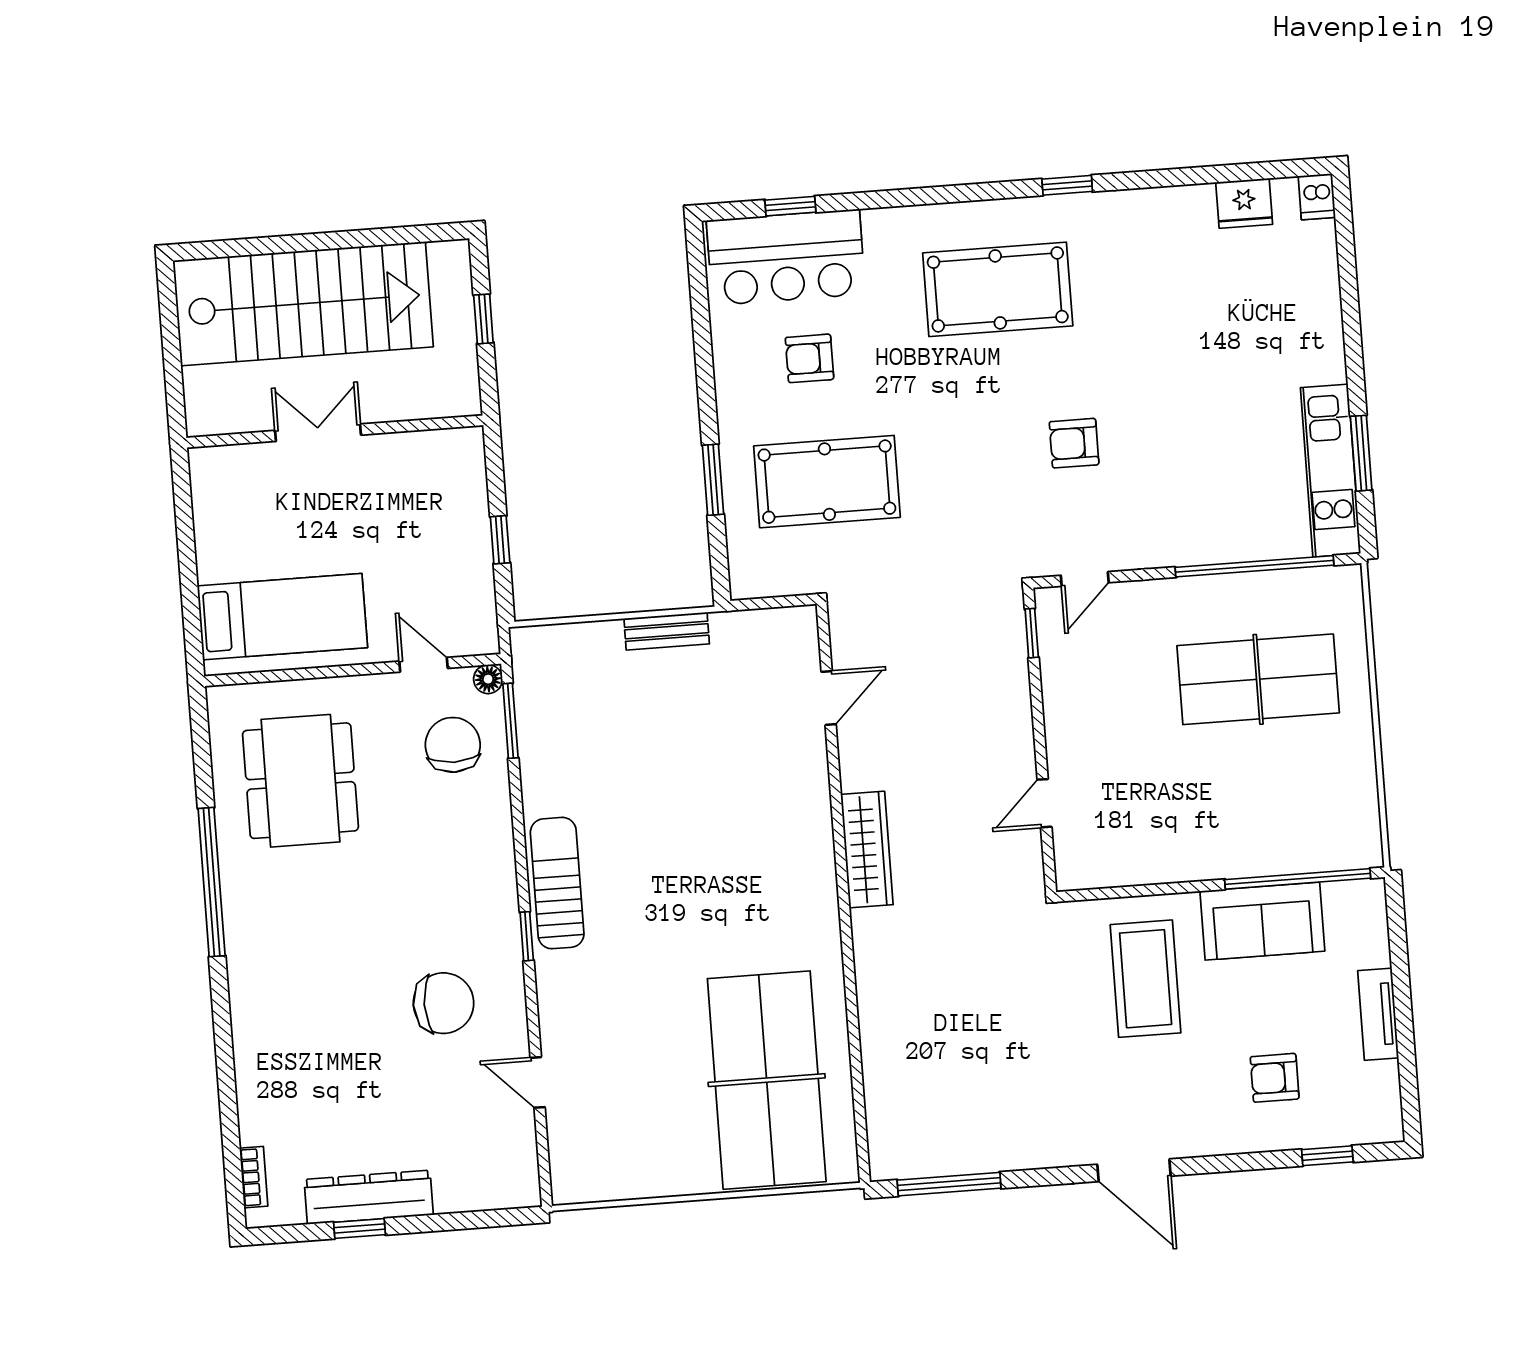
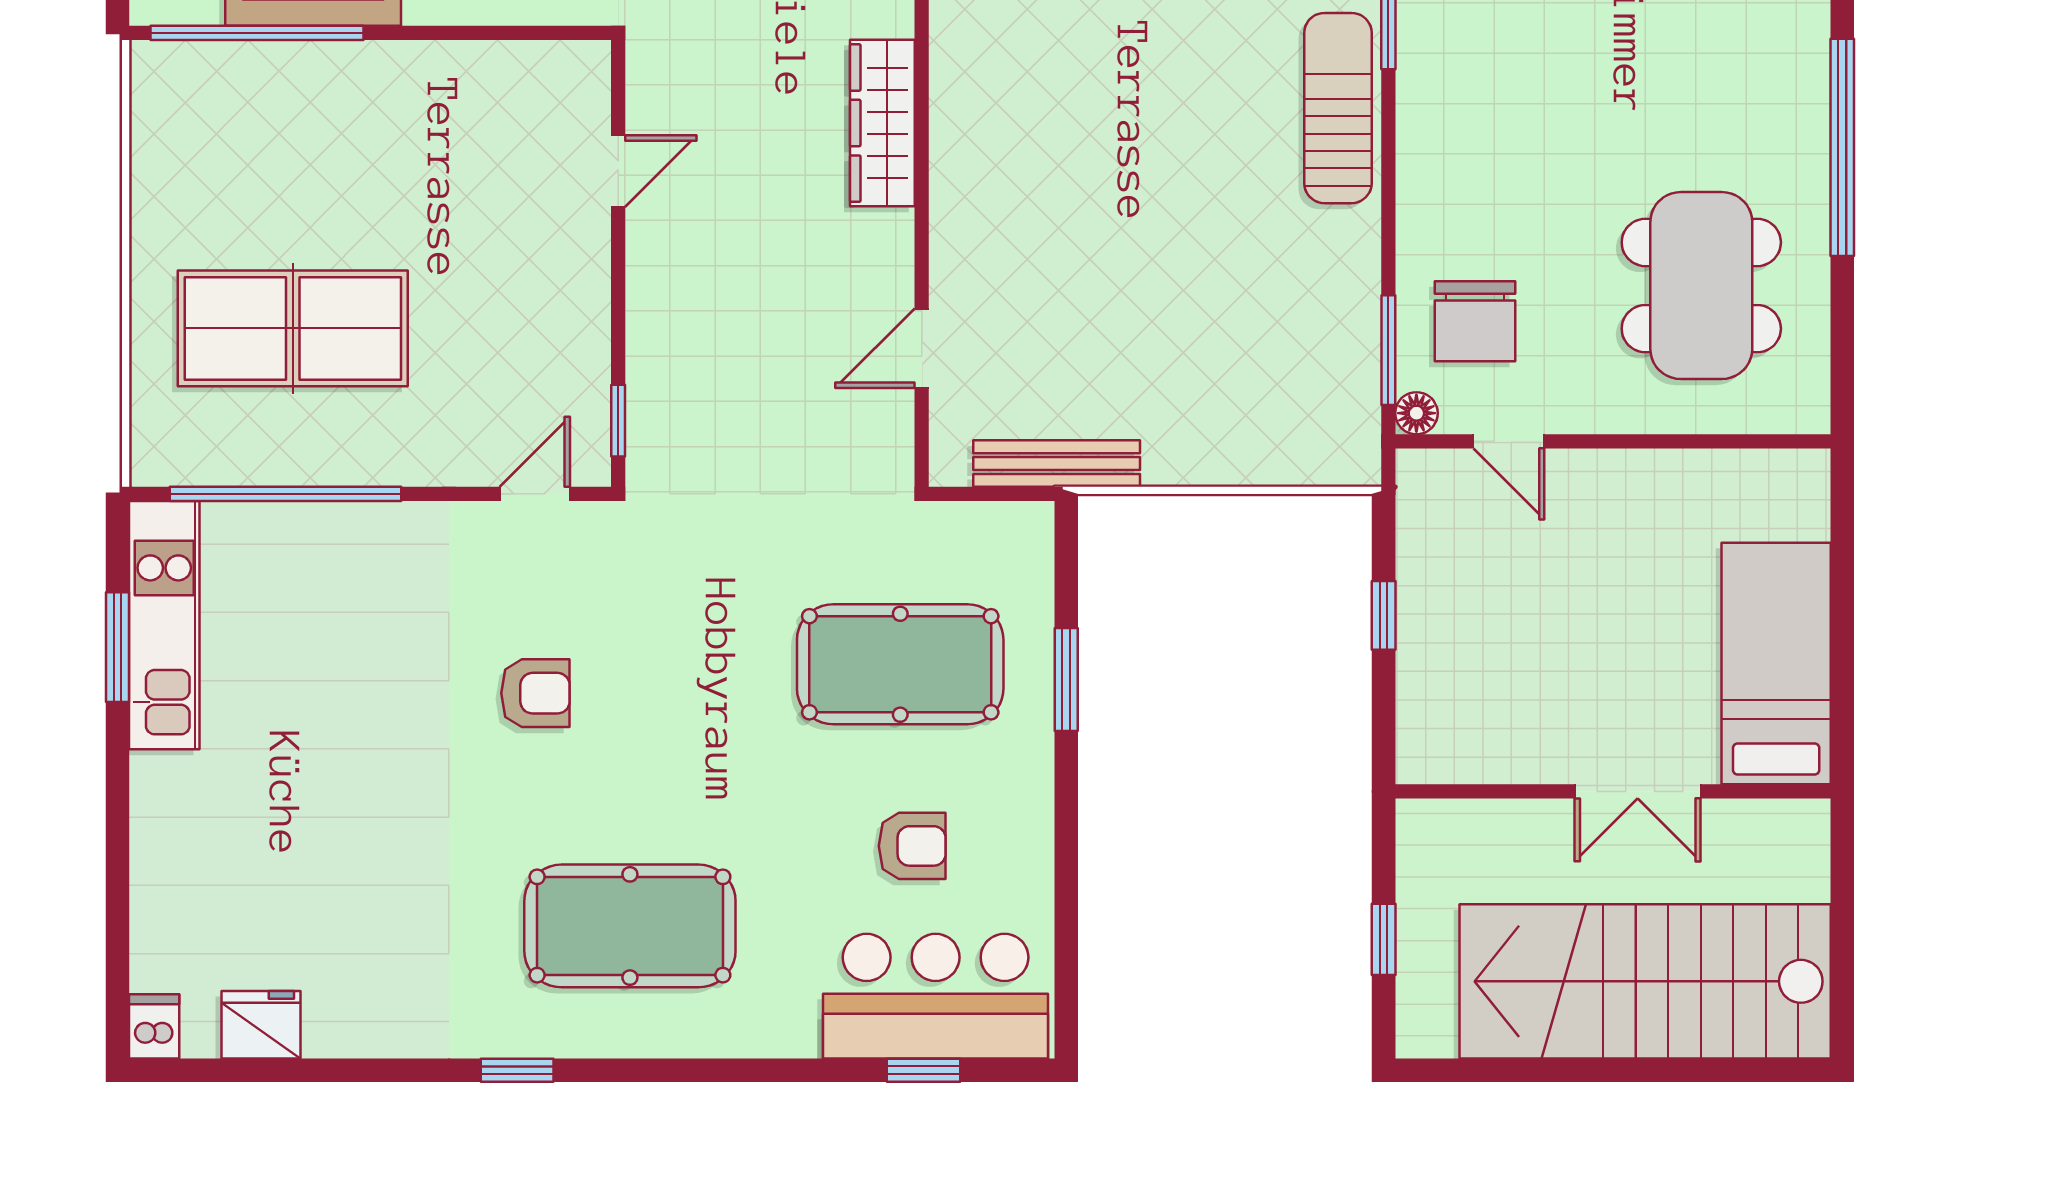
bed: (282, 617) -> (1776, 664), moved, turned 90
bench: (667, 631) -> (1057, 464), moved, width x1.36
sun lounger: (557, 883) -> (1338, 108), turned 180

